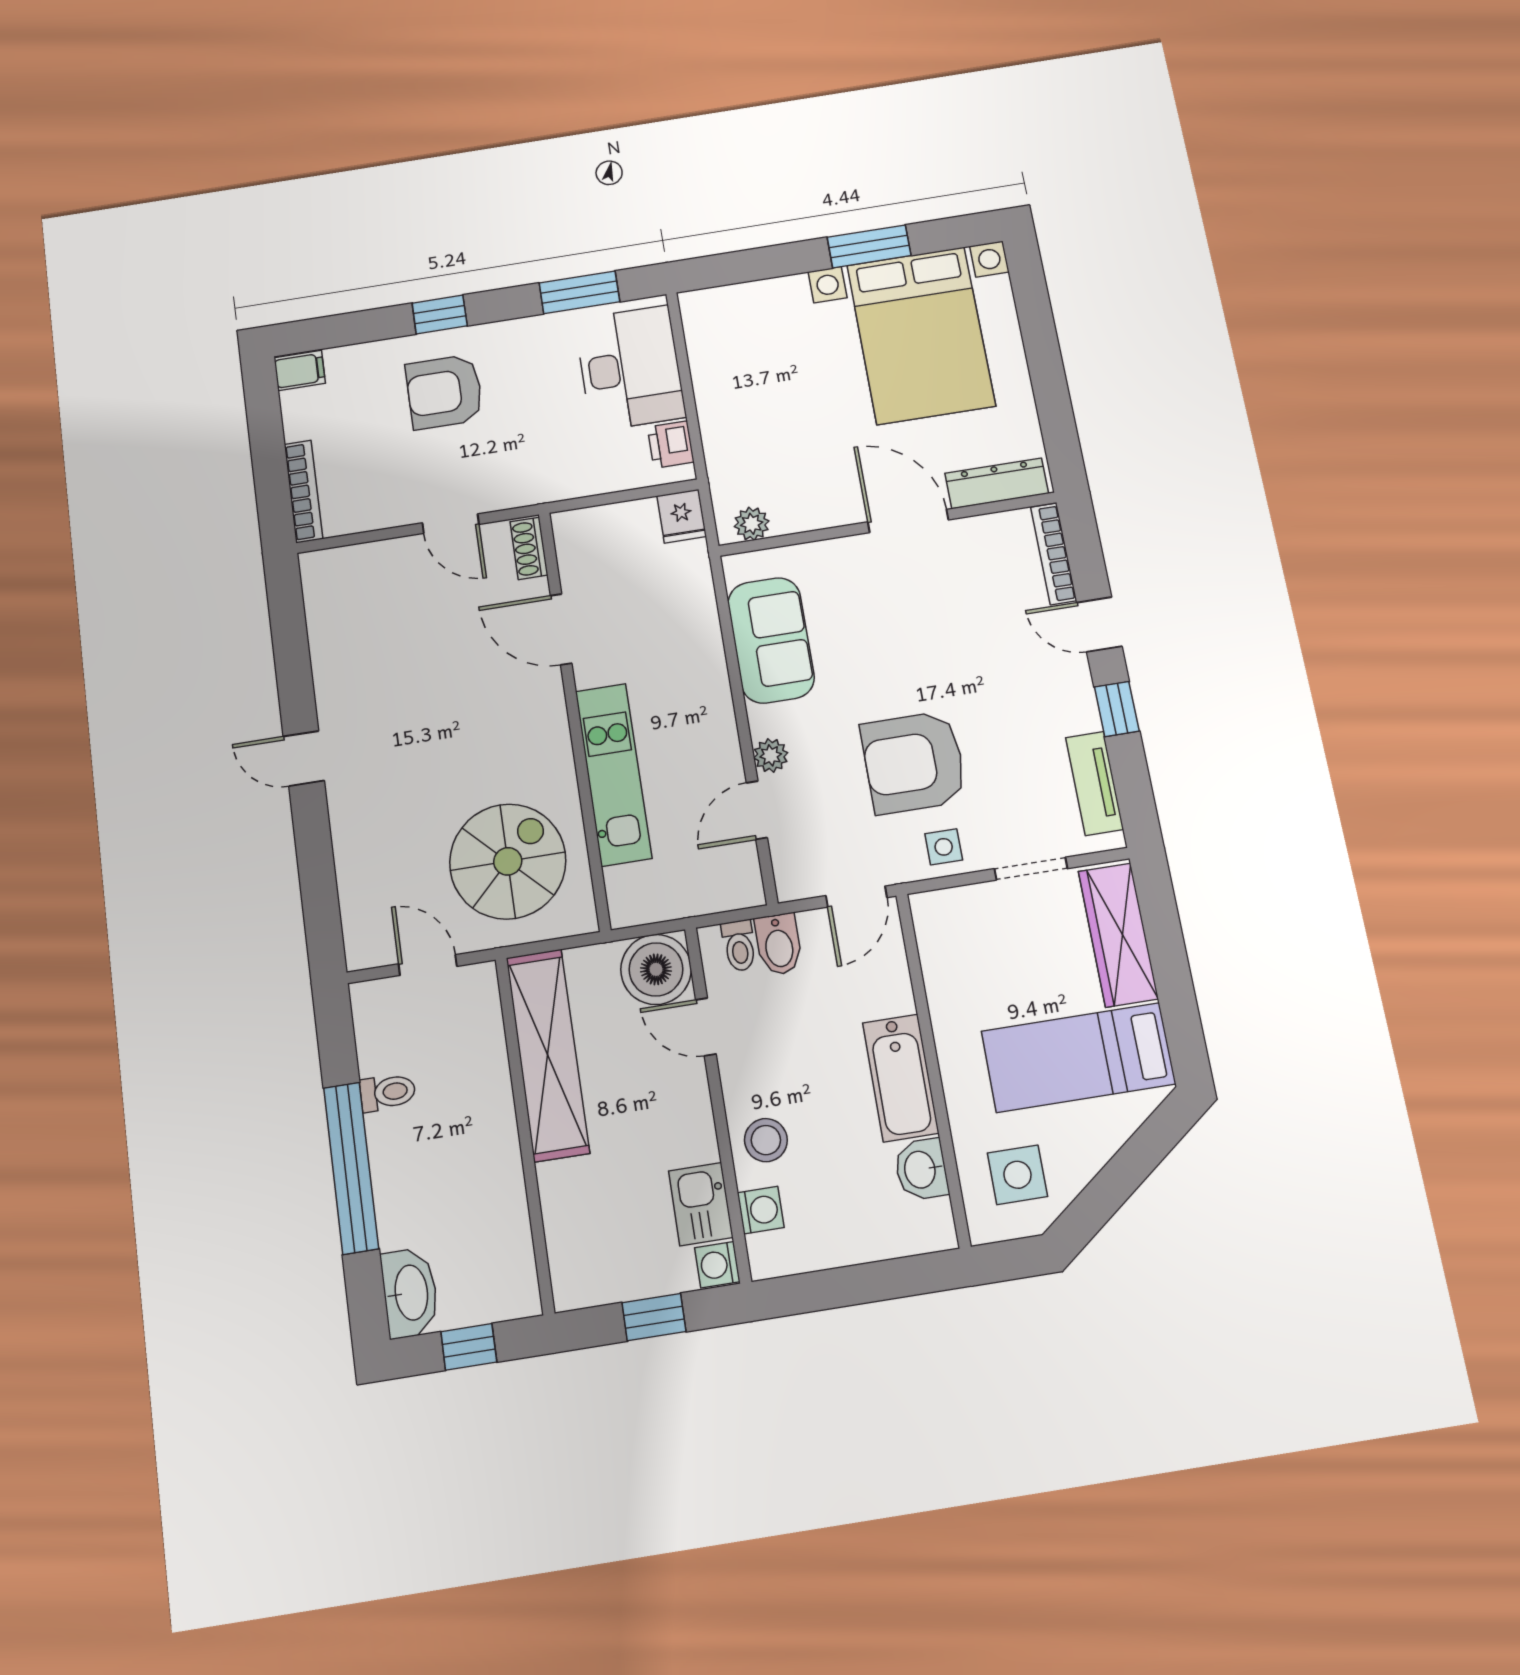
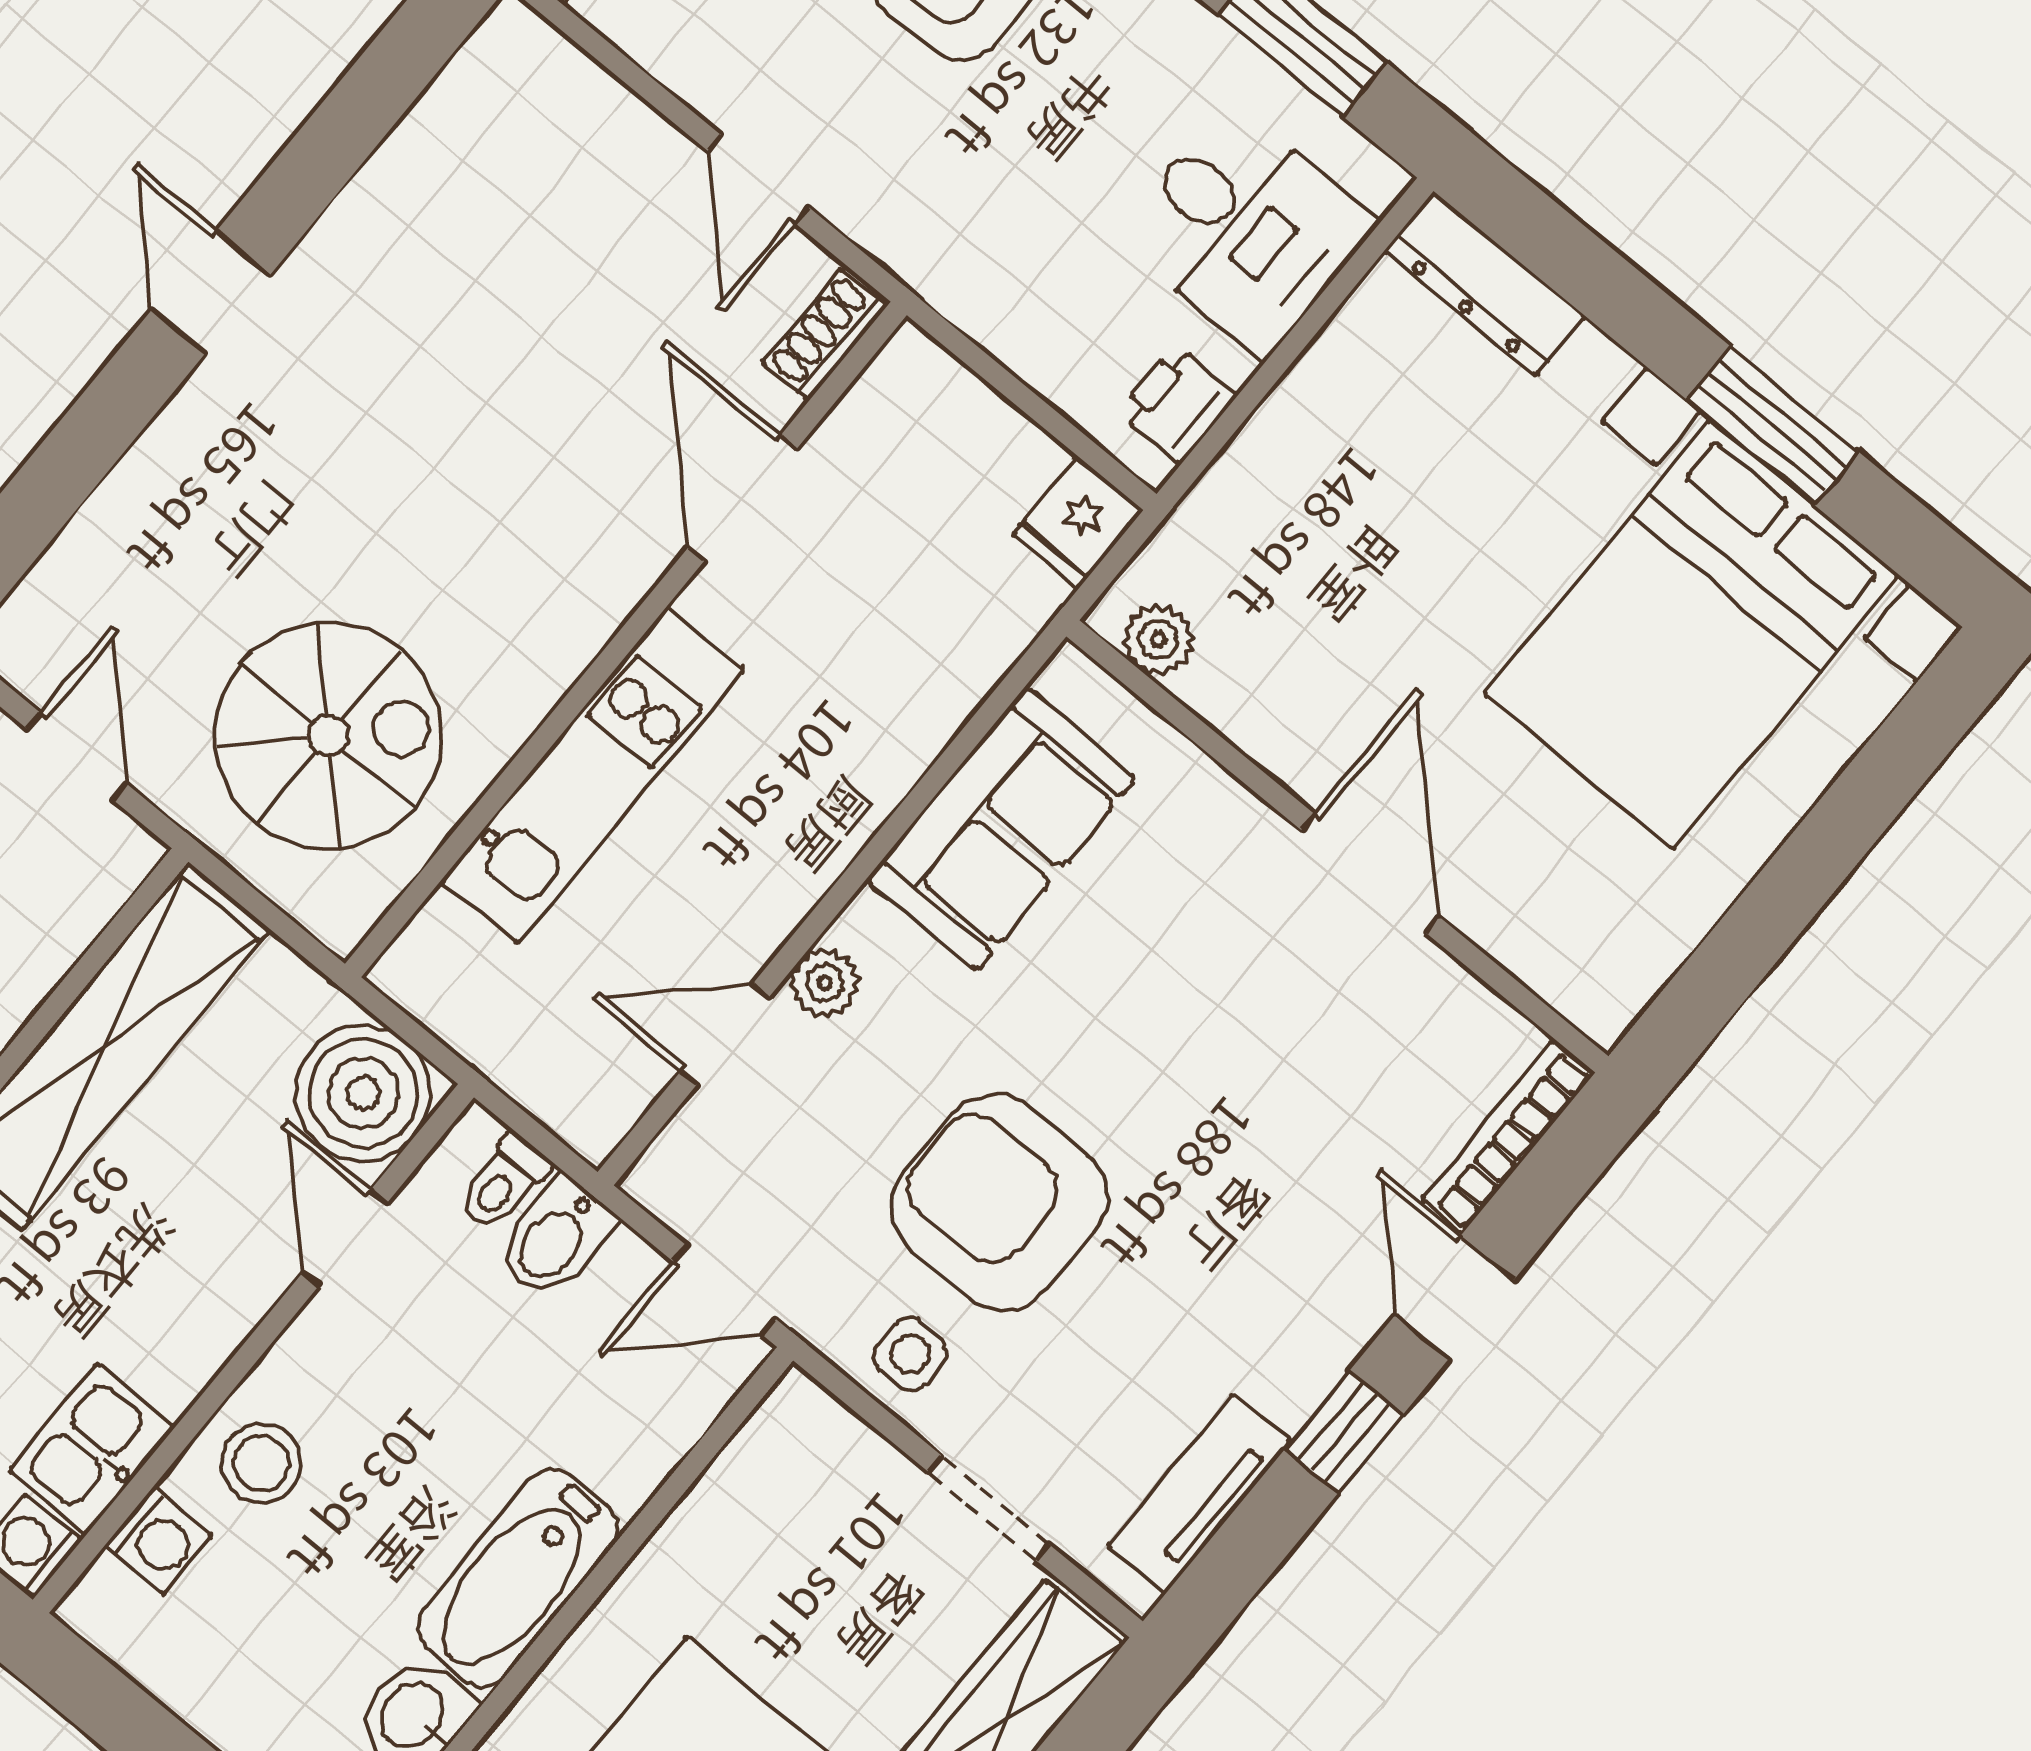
desk: (630, 368) -> (1246, 230), width x0.73
dresser: (997, 483) -> (1485, 283), moved, turned 180

